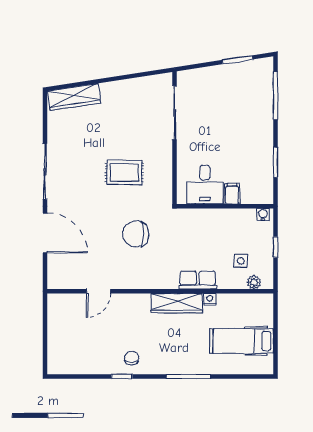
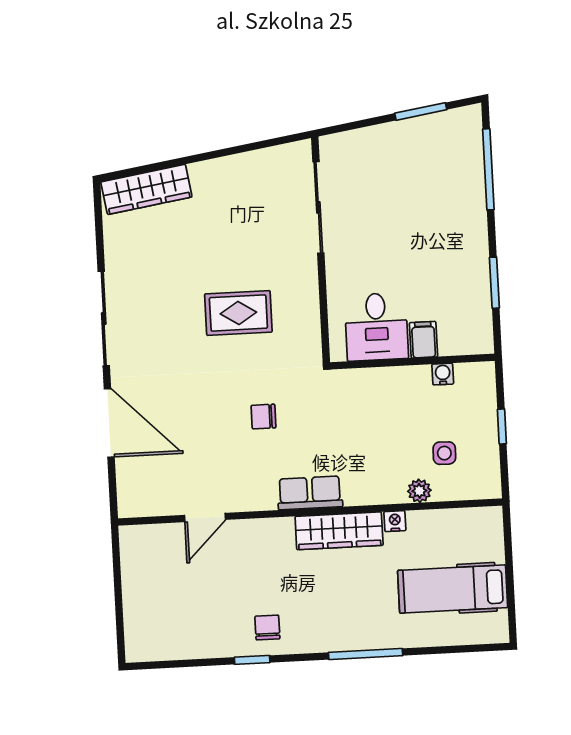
water cooler: (263, 215) -> (443, 374), moved
chair: (136, 234) -> (263, 417), width x0.54, depth x0.54
row of seats: (198, 280) -> (310, 493), moved
plant: (254, 282) -> (419, 491), moved

